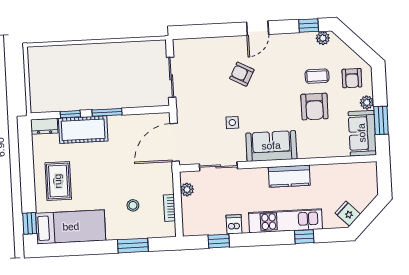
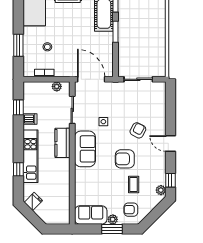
armchair: (314, 107) -> (125, 159), moved
window: (381, 120) -> (112, 229), moved
kitchen counter: (289, 176) -> (62, 143), moved

